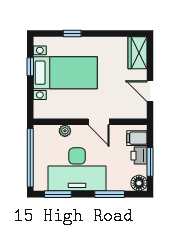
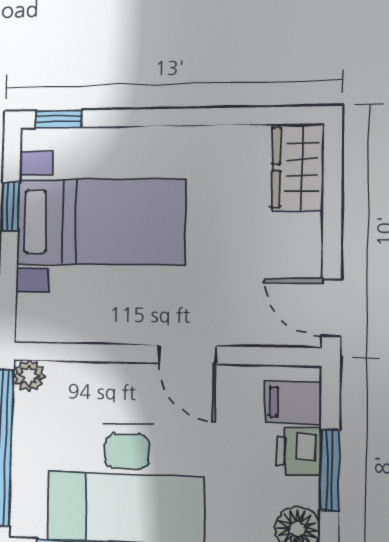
window: (72, 33) -> (59, 119), moved
door: (150, 91) -> (331, 308), moved
plant: (65, 131) -> (29, 376), moved

